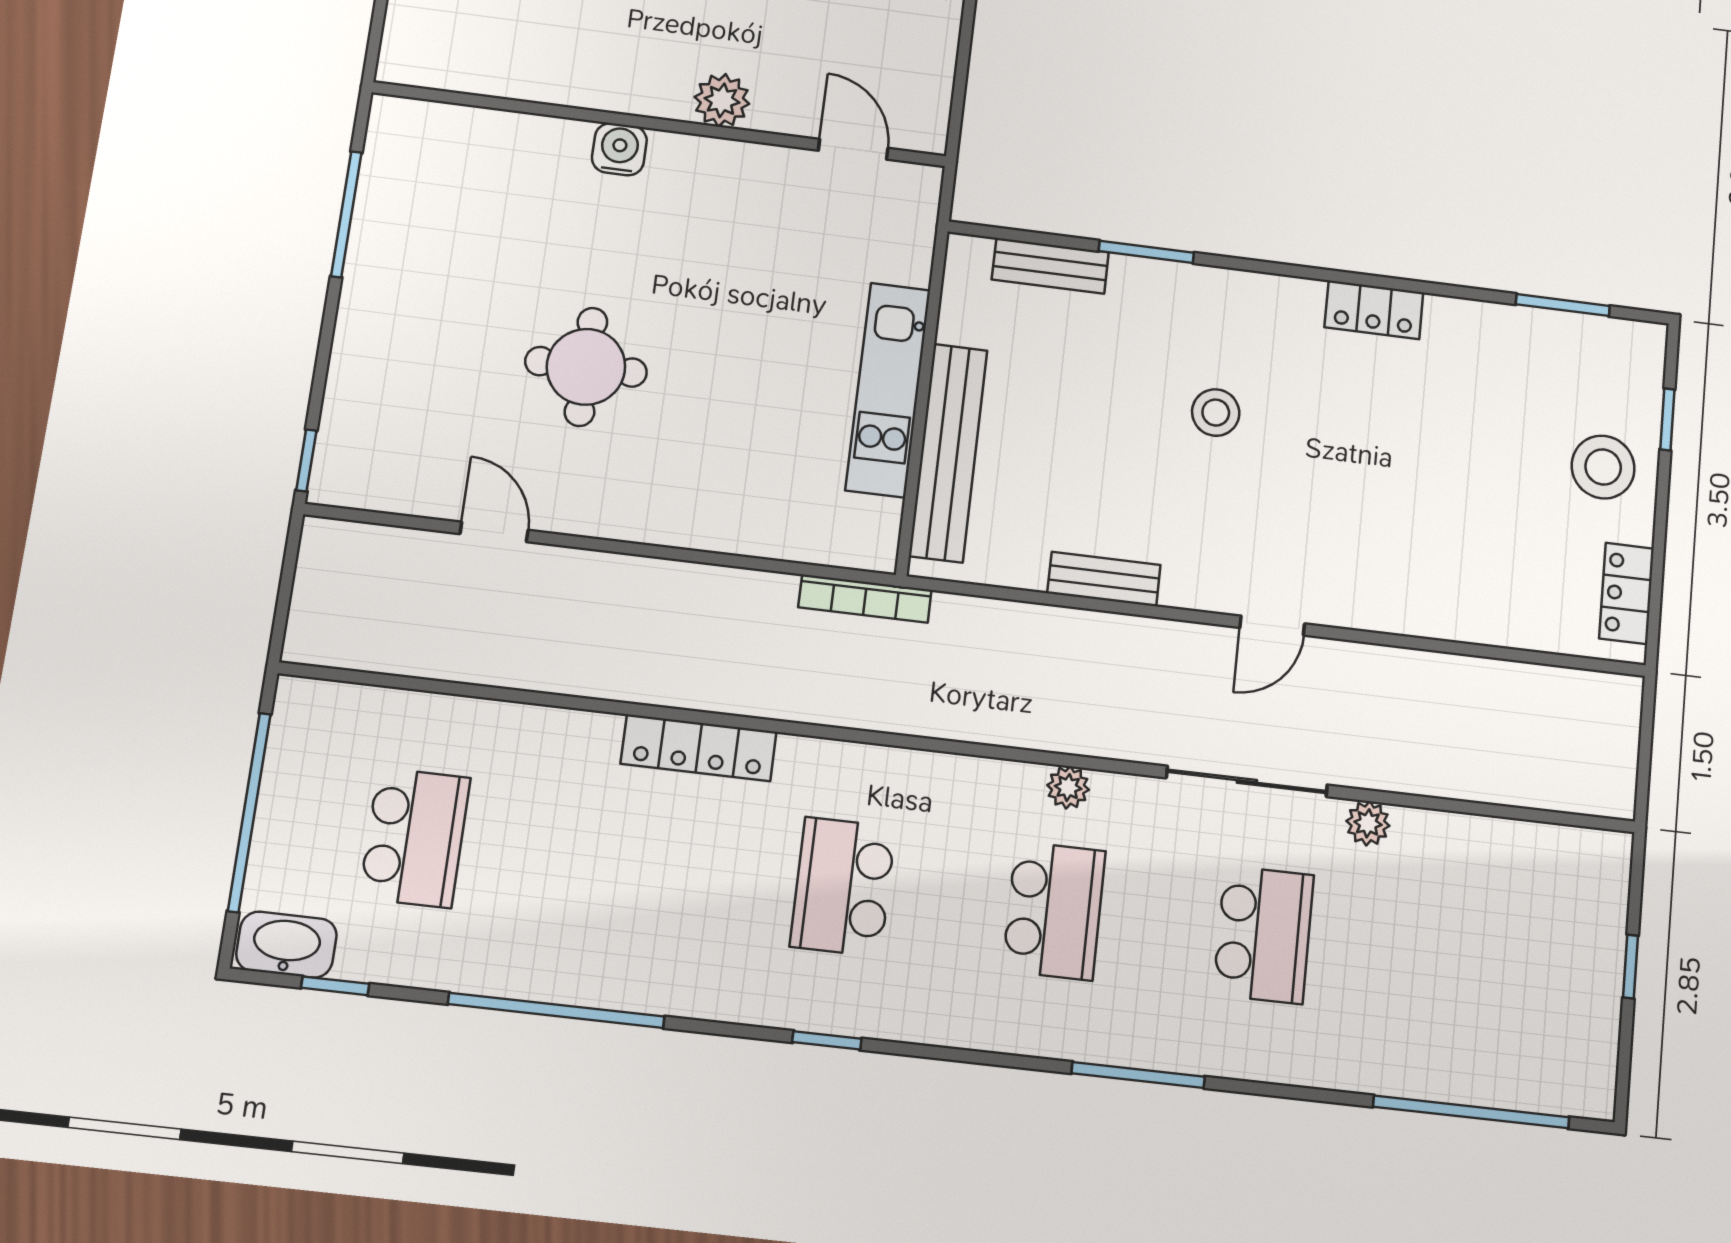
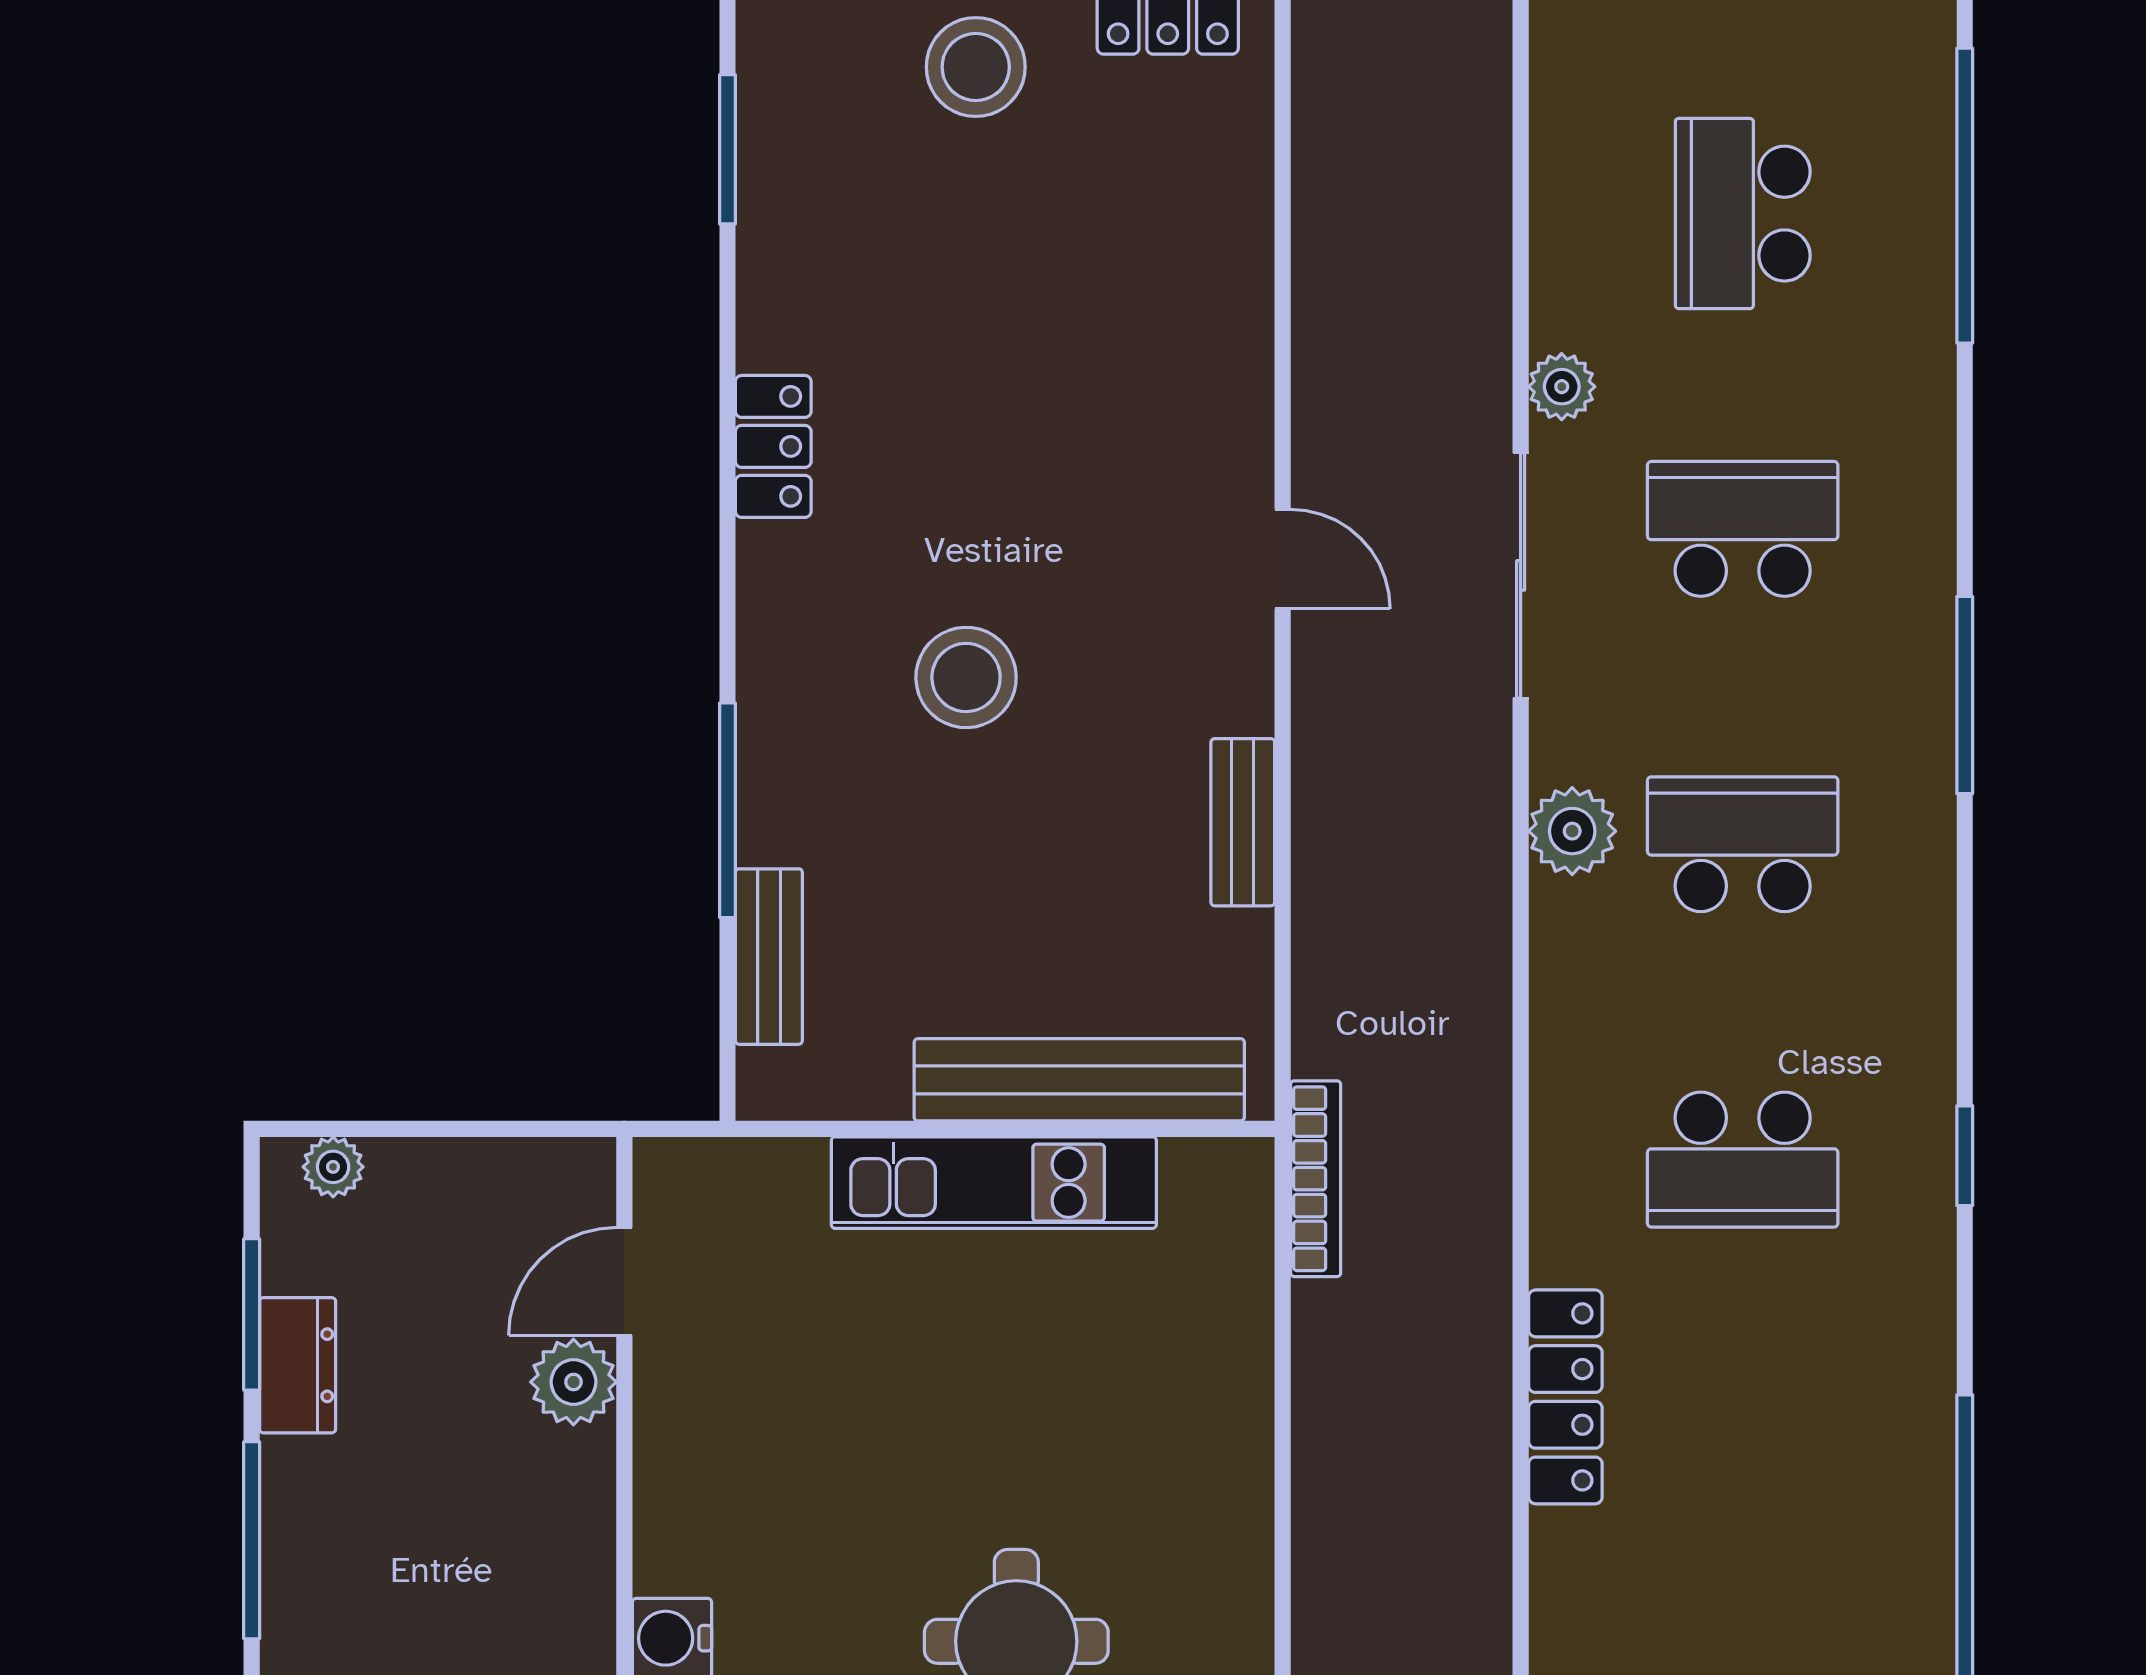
plant: (722, 100) -> (573, 1382), moved
window: (1146, 252) -> (727, 810), width x1.44
stool: (1216, 413) -> (966, 677), width x1.38, depth x1.38
plant: (1068, 787) -> (1572, 831), width x1.38, depth x1.38
school desk: (1471, 958) -> (1743, 214), added

